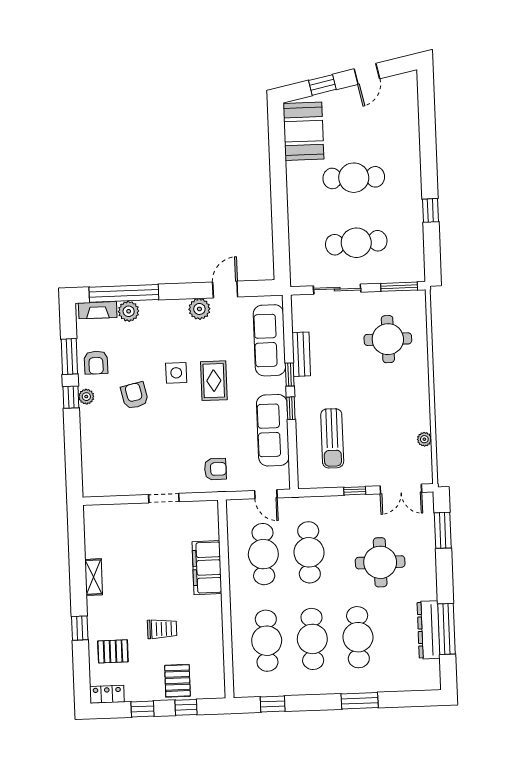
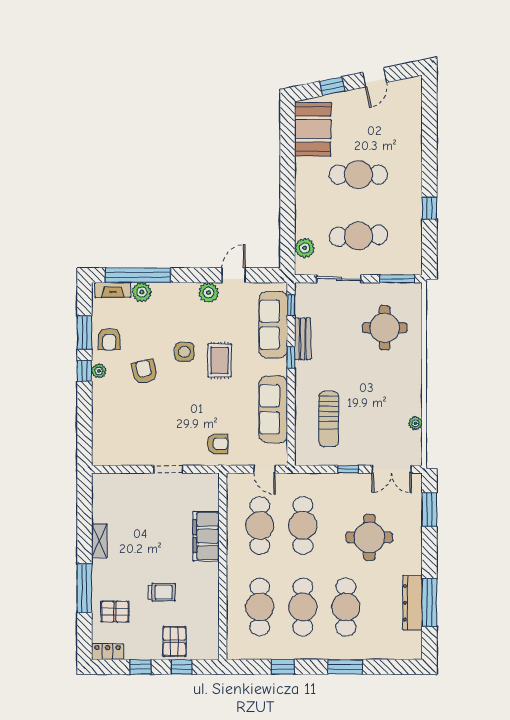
plant: (300, 258) -> (305, 248), added
window: (291, 408) -> (291, 305), moved
window: (80, 628) -> (84, 588), width x2.17
window: (273, 704) -> (283, 667), moved

